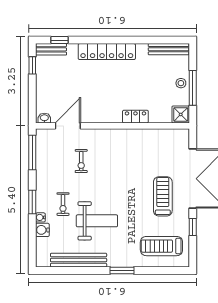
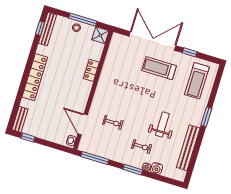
window: (59, 40) -> (40, 28), moved
weight bench: (97, 221) -> (162, 124), width x0.73, depth x0.75

